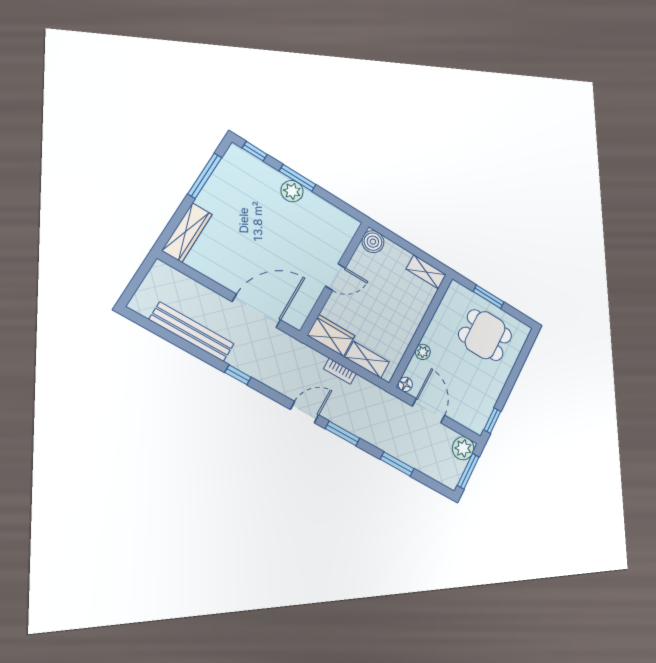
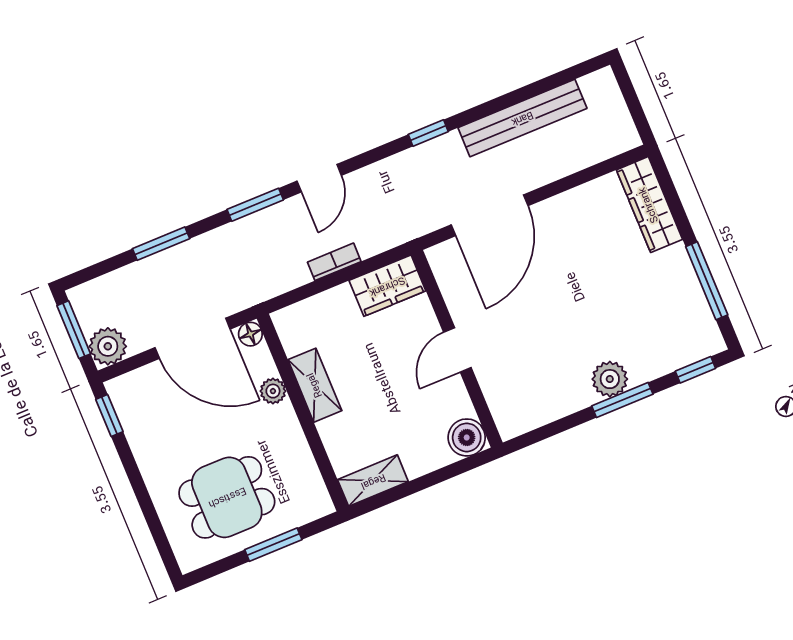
shelving: (367, 360) -> (315, 385), moved, turned 90
door: (429, 411) -> (193, 338), width x1.36

